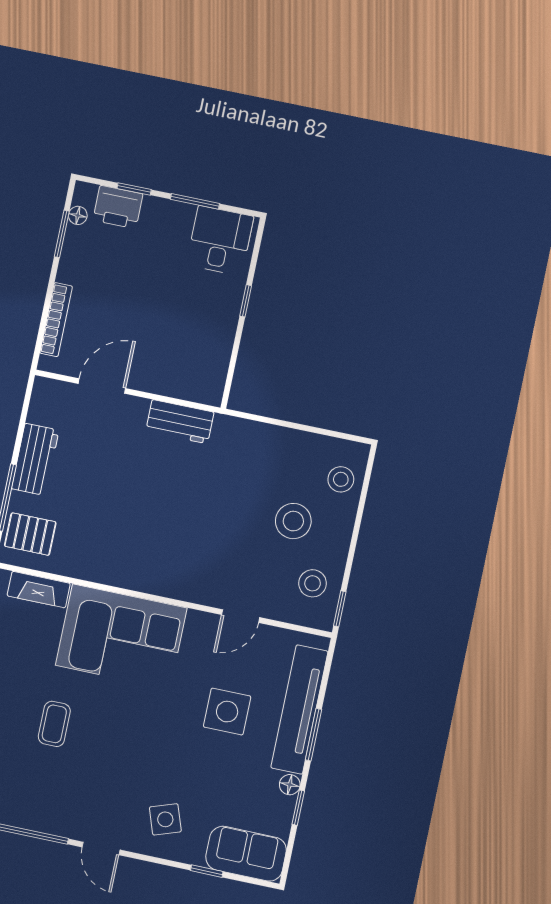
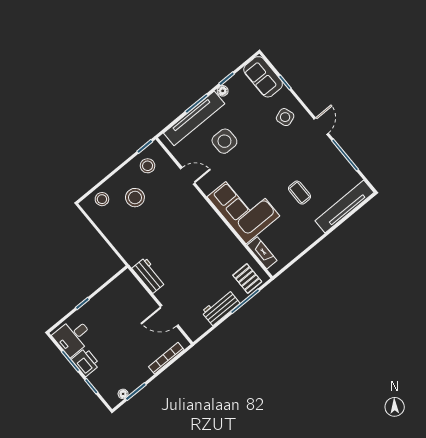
printer: (118, 207) -> (86, 362), moved
coffee table: (54, 724) -> (300, 193), turned 90

